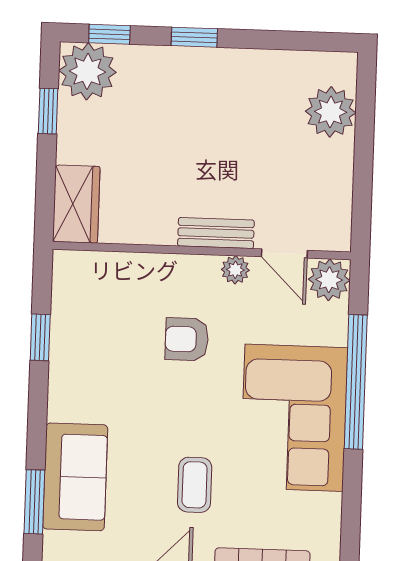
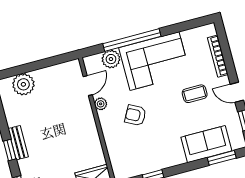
bench: (216, 233) -> (18, 143), moved
plant: (329, 280) -> (111, 59), moved
armchair: (187, 339) -> (135, 115), turned 118

